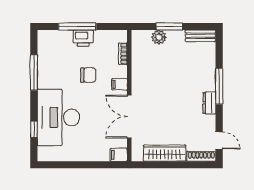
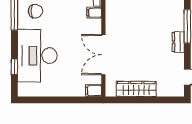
chair: (88, 75) -> (35, 11), moved
filing cabinet: (119, 84) -> (94, 13), moved
shoe rack: (201, 156) -> (171, 92), removed

